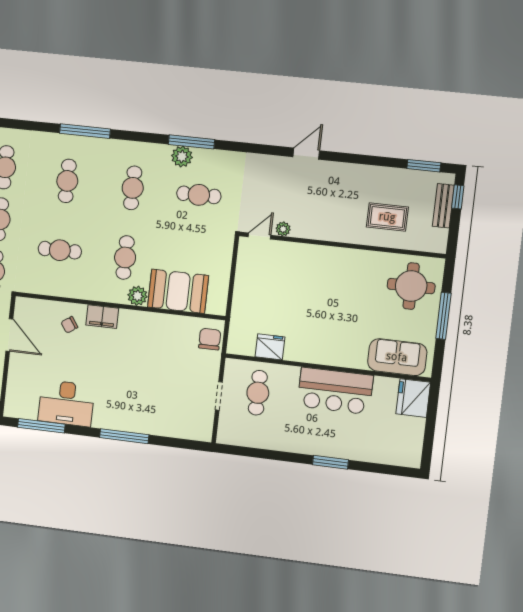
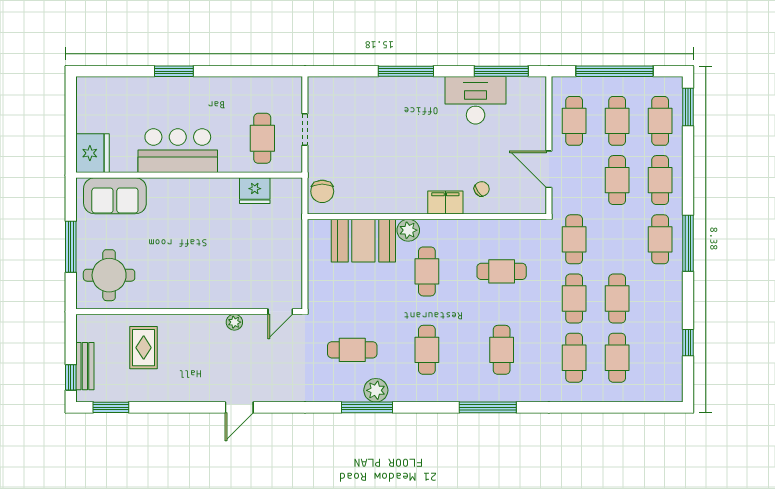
rug: (387, 217) -> (144, 348), turned 90
plant: (283, 229) -> (234, 322), moved

